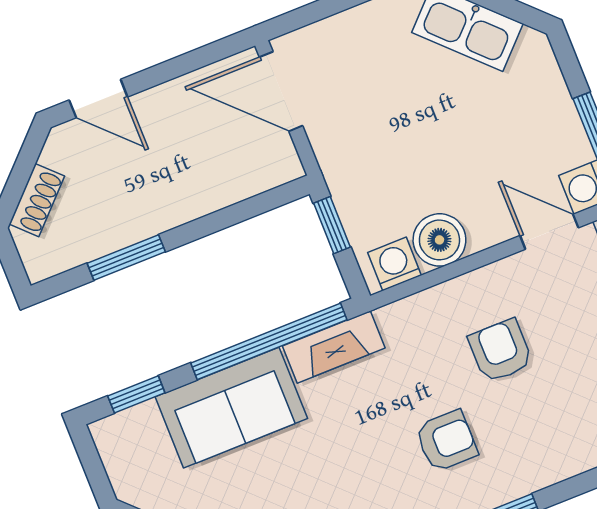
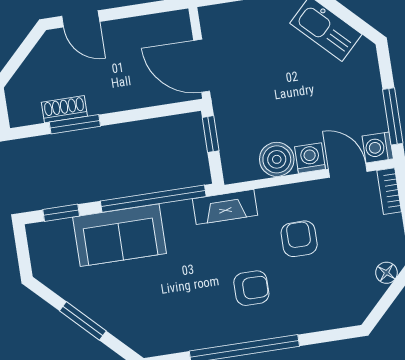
door: (281, 91) -> (202, 66), moved
shoe rack: (37, 200) -> (64, 109), moved, turned -135
washing machine: (394, 264) -> (310, 158), moved
fireplace: (334, 347) -> (225, 207), moved

